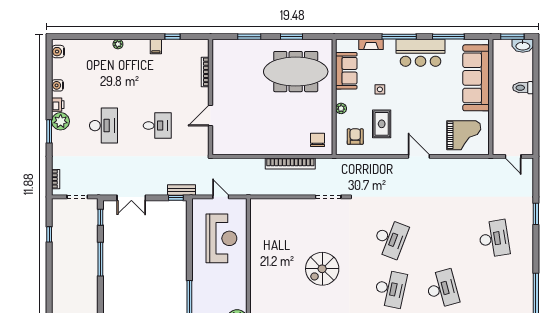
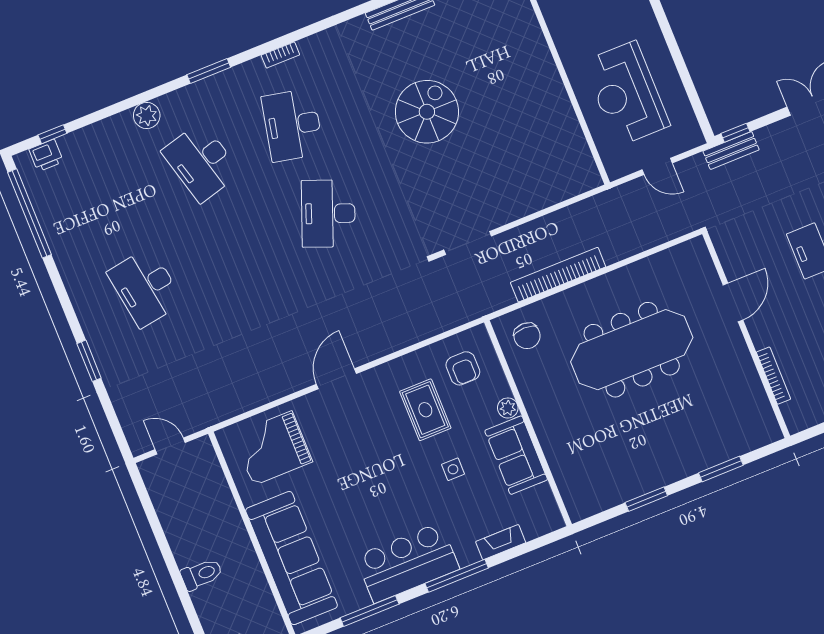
sofa: (346, 71) -> (516, 455), moved
meeting table: (296, 72) -> (632, 350), moved
door: (419, 156) -> (336, 379), swing flipped

